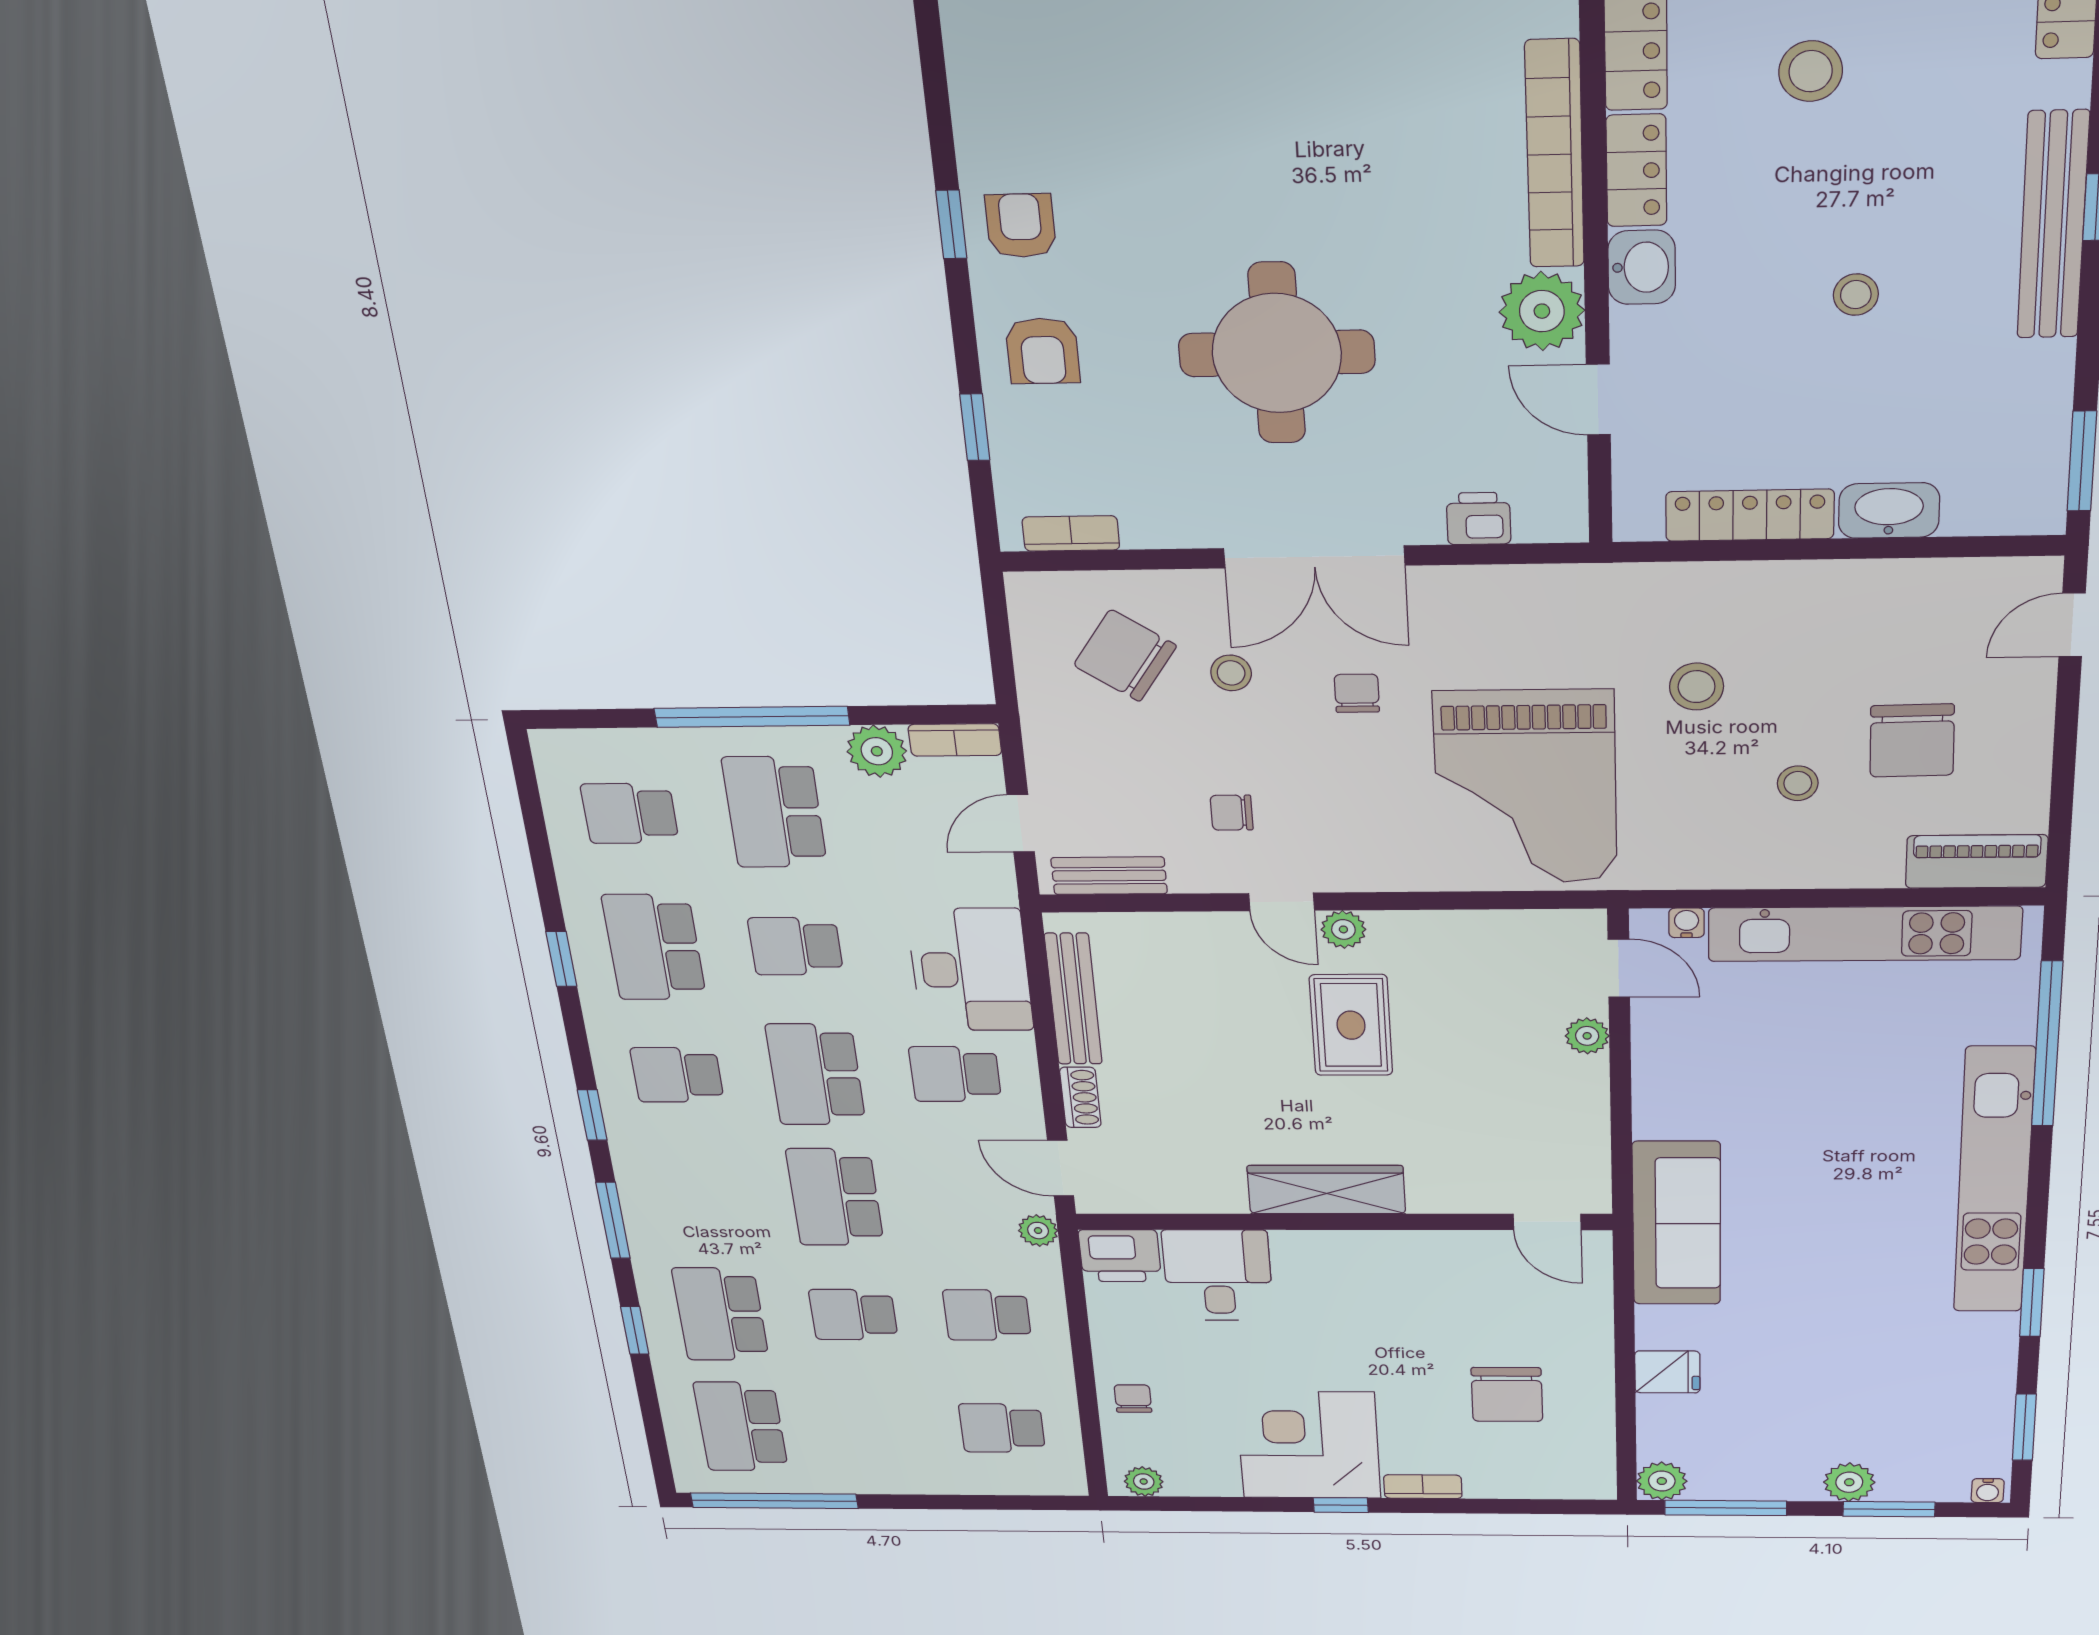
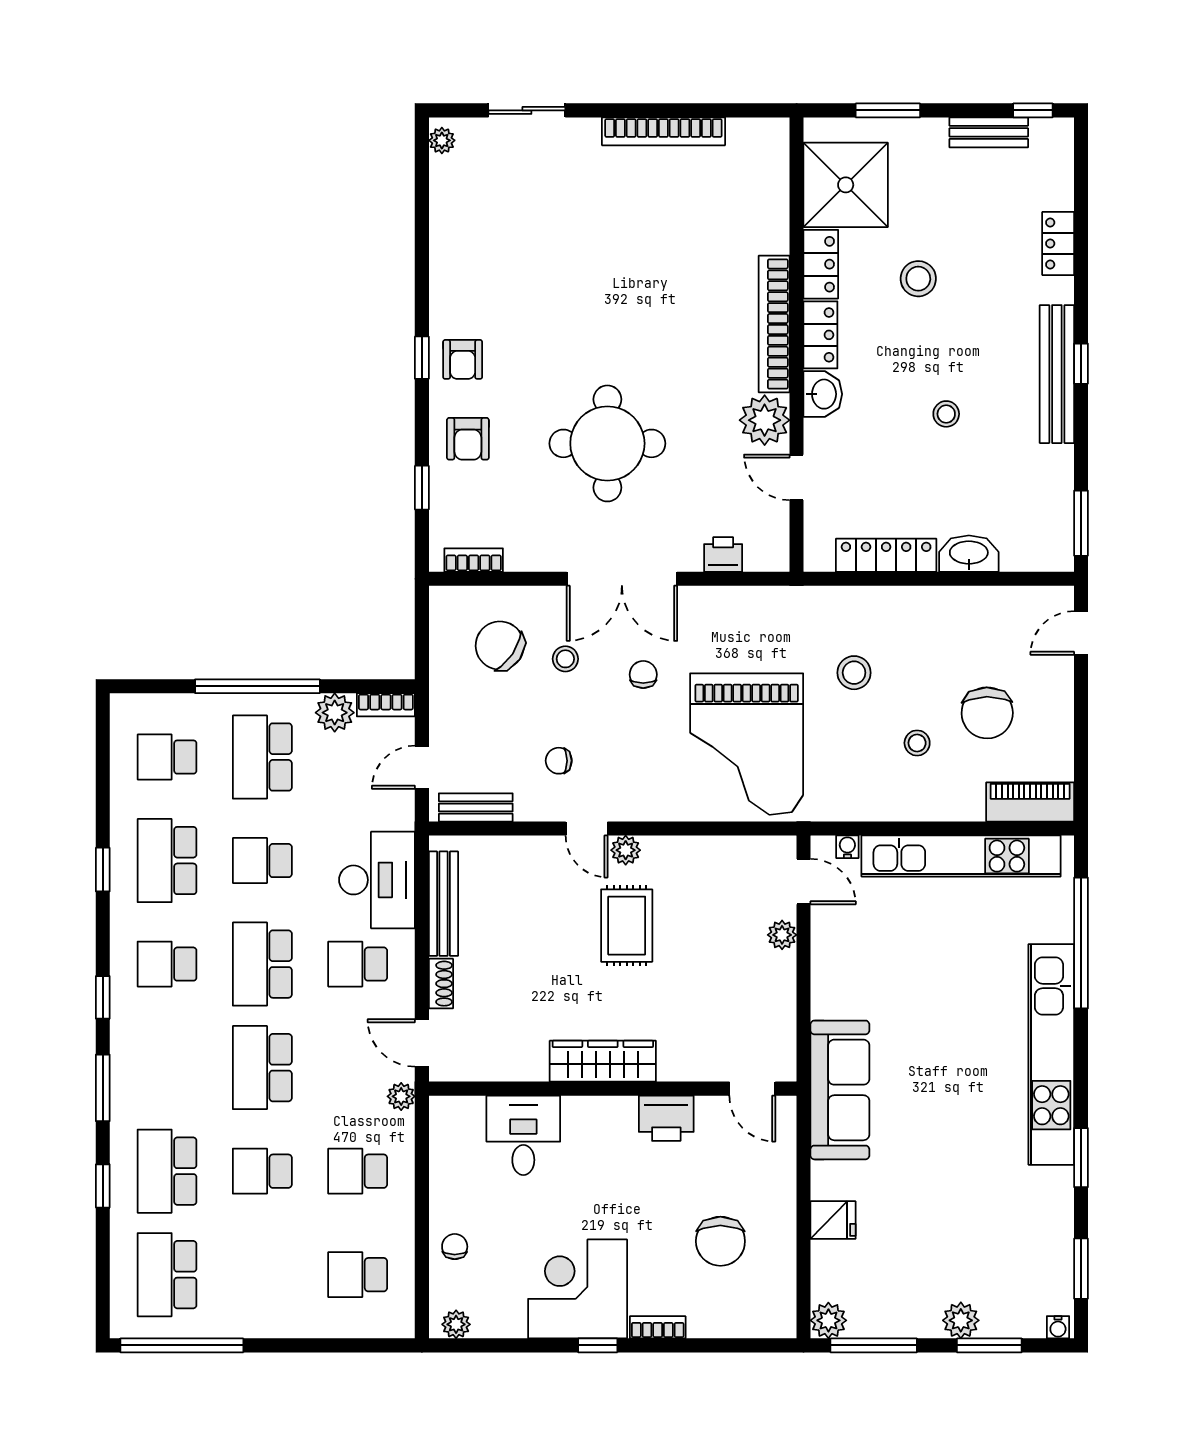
armchair: (1021, 226) -> (463, 359), turned 180
printer: (1120, 1256) -> (666, 1118), moved

